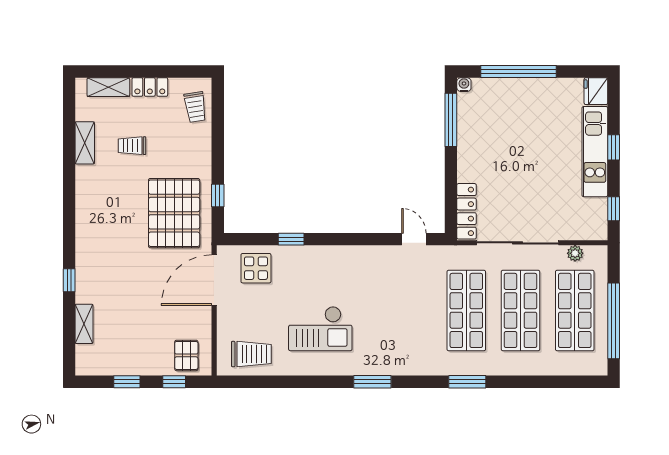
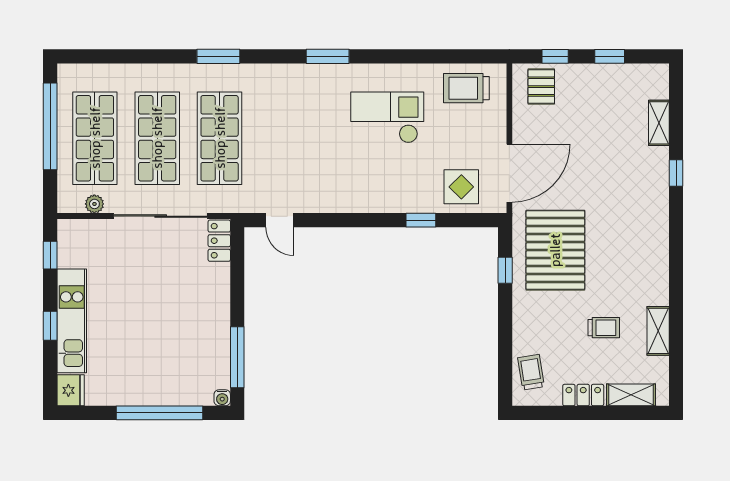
locker: (467, 211) -> (219, 241), width x0.66

